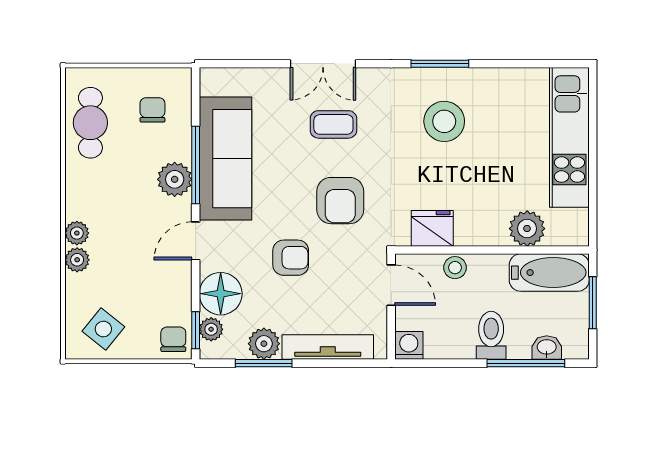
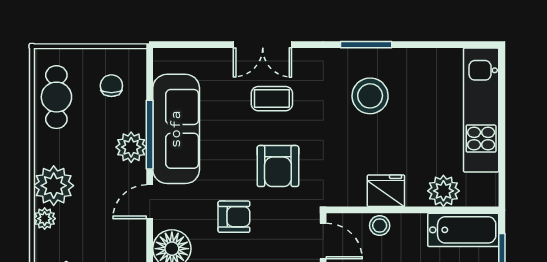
fridge: (432, 228) -> (386, 191), moved
plant: (77, 233) -> (54, 186), width x1.88, depth x1.88

